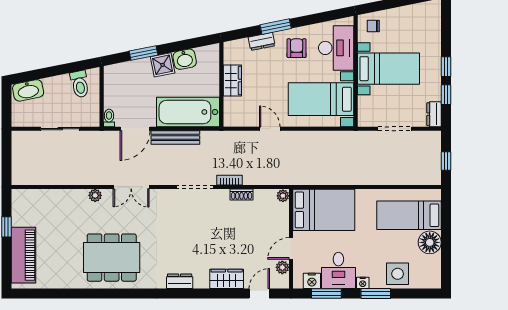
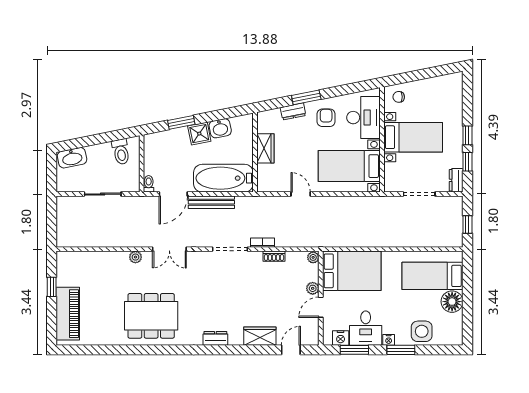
plant: (282, 267) -> (313, 288), moved

